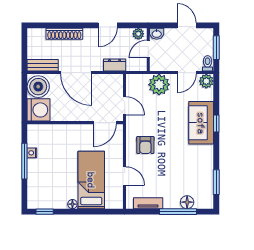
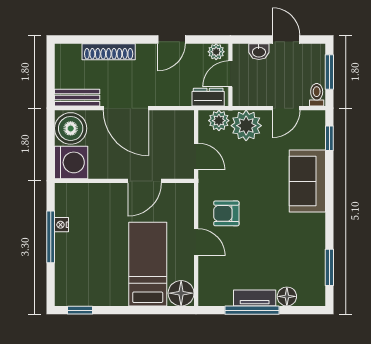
washbasin: (157, 34) -> (259, 52), moved
dresser: (115, 65) -> (208, 97), moved
plant: (206, 81) -> (219, 121), moved
door: (105, 123) -> (145, 181), moved
window: (216, 123) -> (329, 138), moved
armchair: (145, 145) -> (226, 213), turned 90
door: (125, 176) -> (196, 242), moved
tv unit: (148, 203) -> (255, 298), moved
floor lamp: (72, 204) -> (181, 293), moved, width x1.89, depth x1.89
window: (178, 212) -> (252, 310), moved

